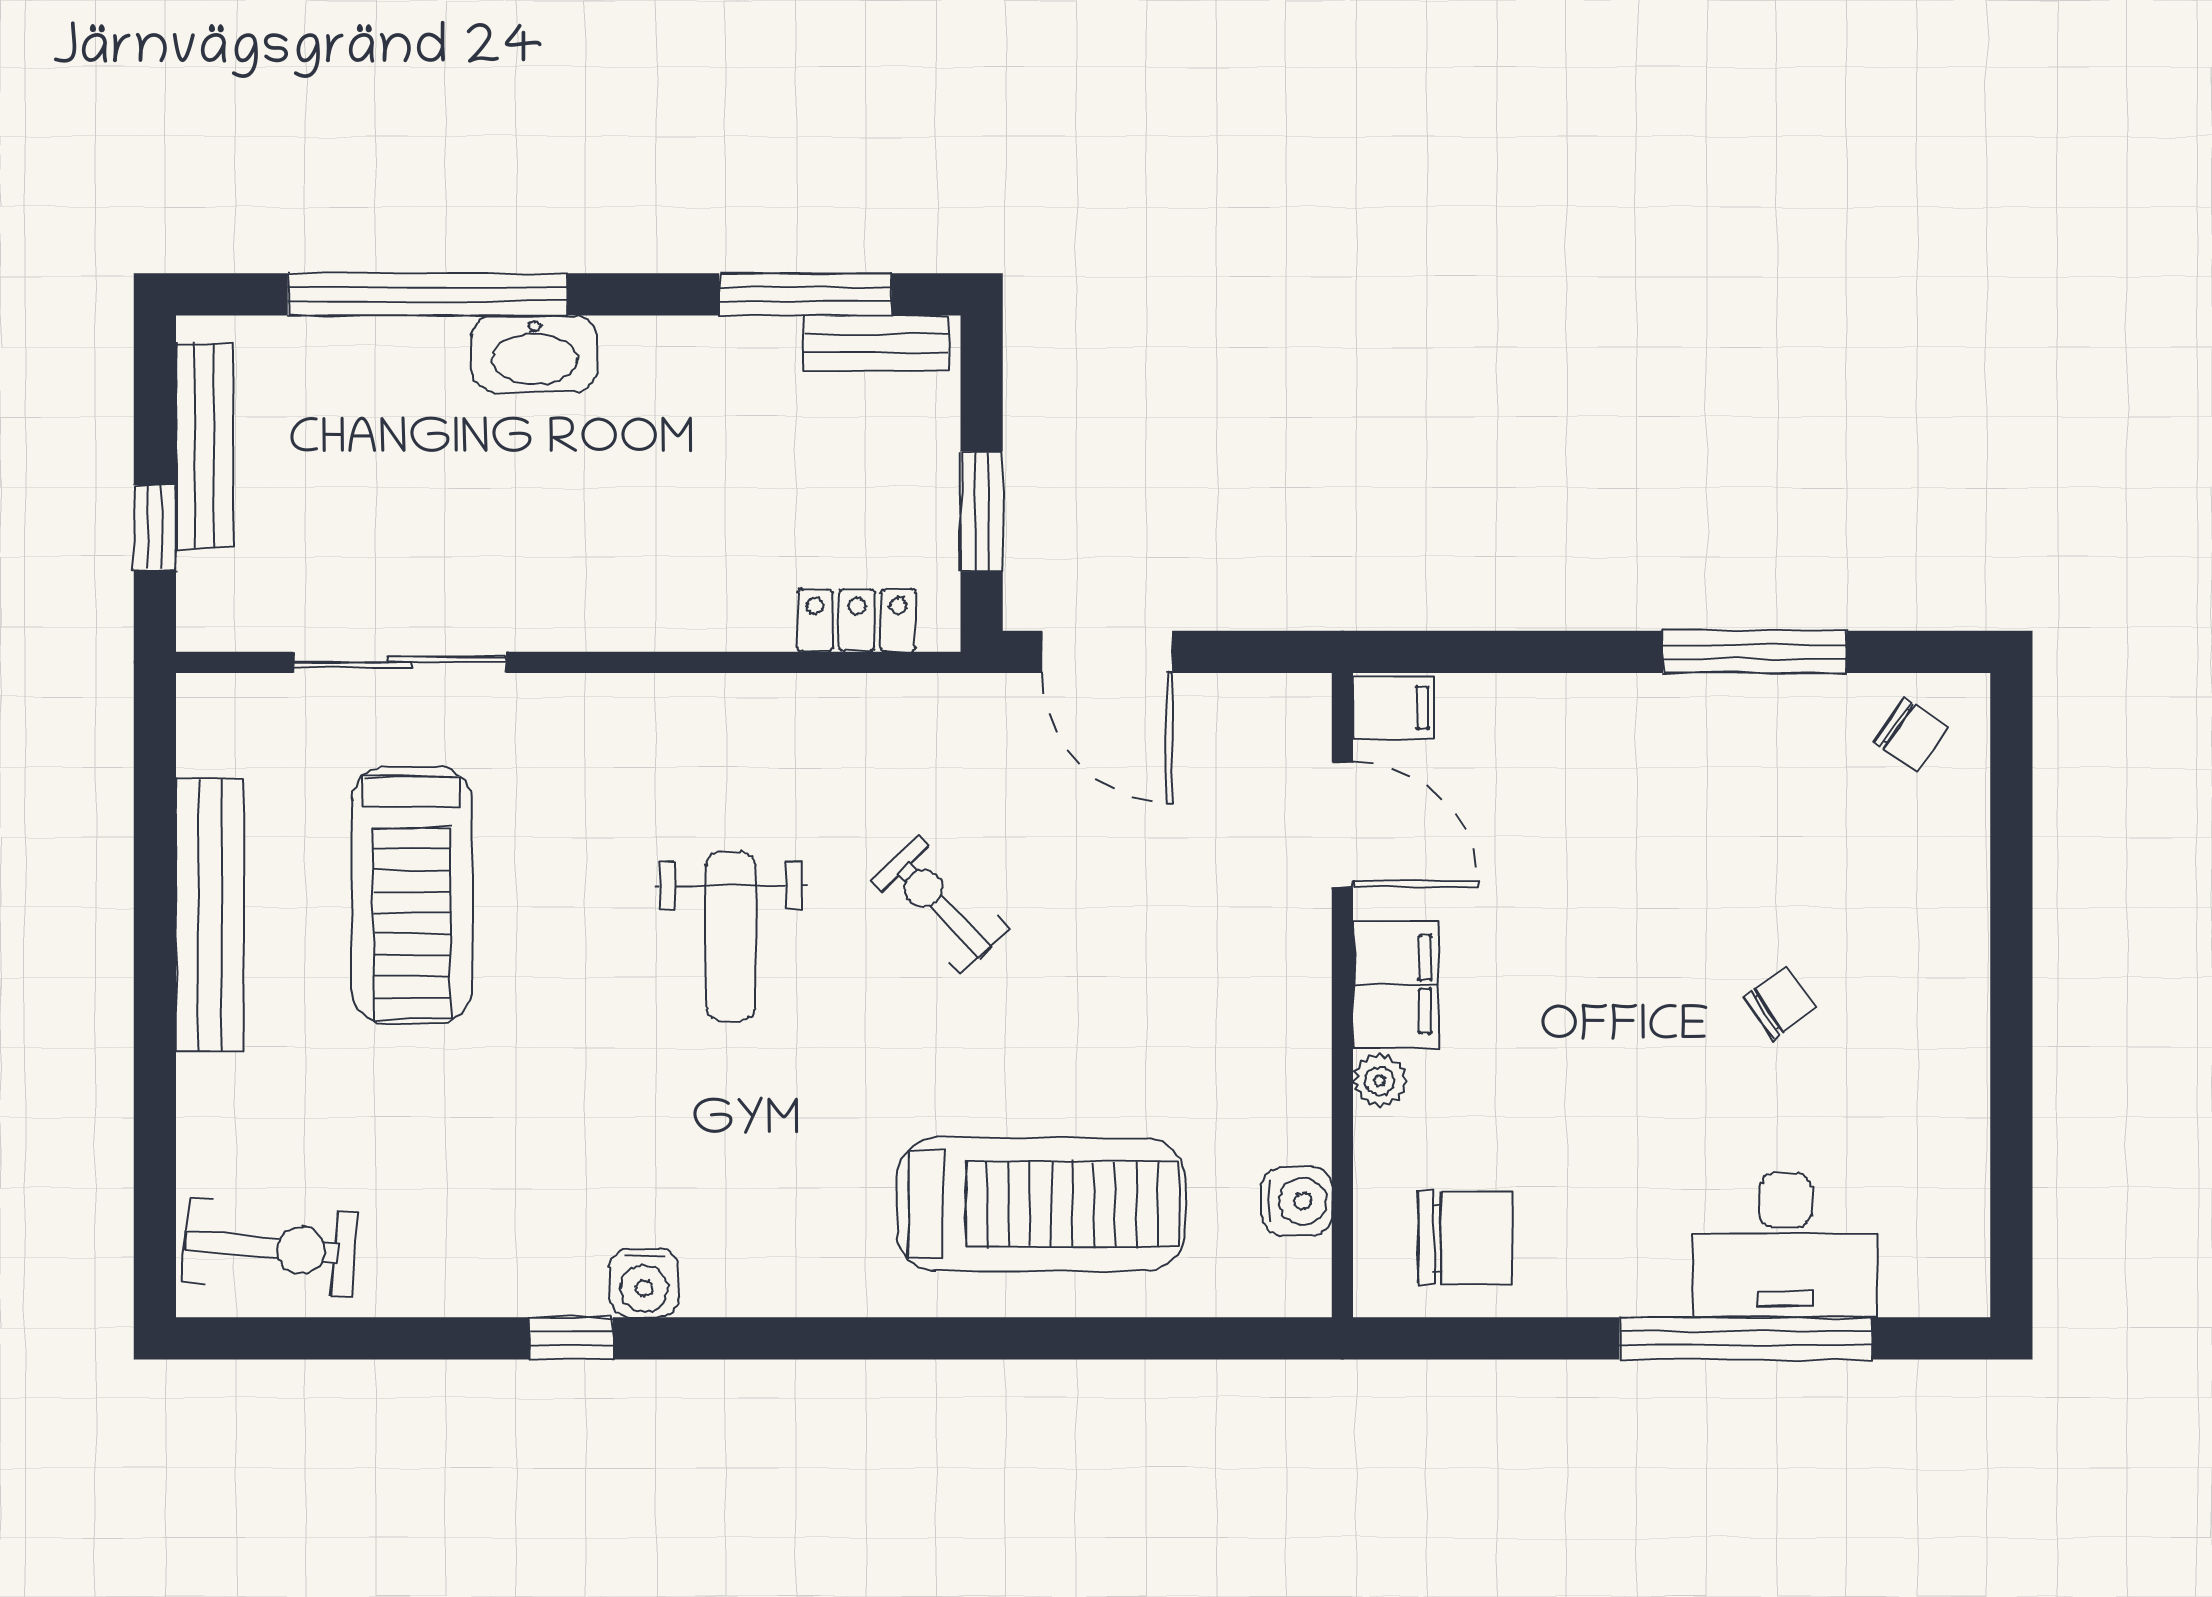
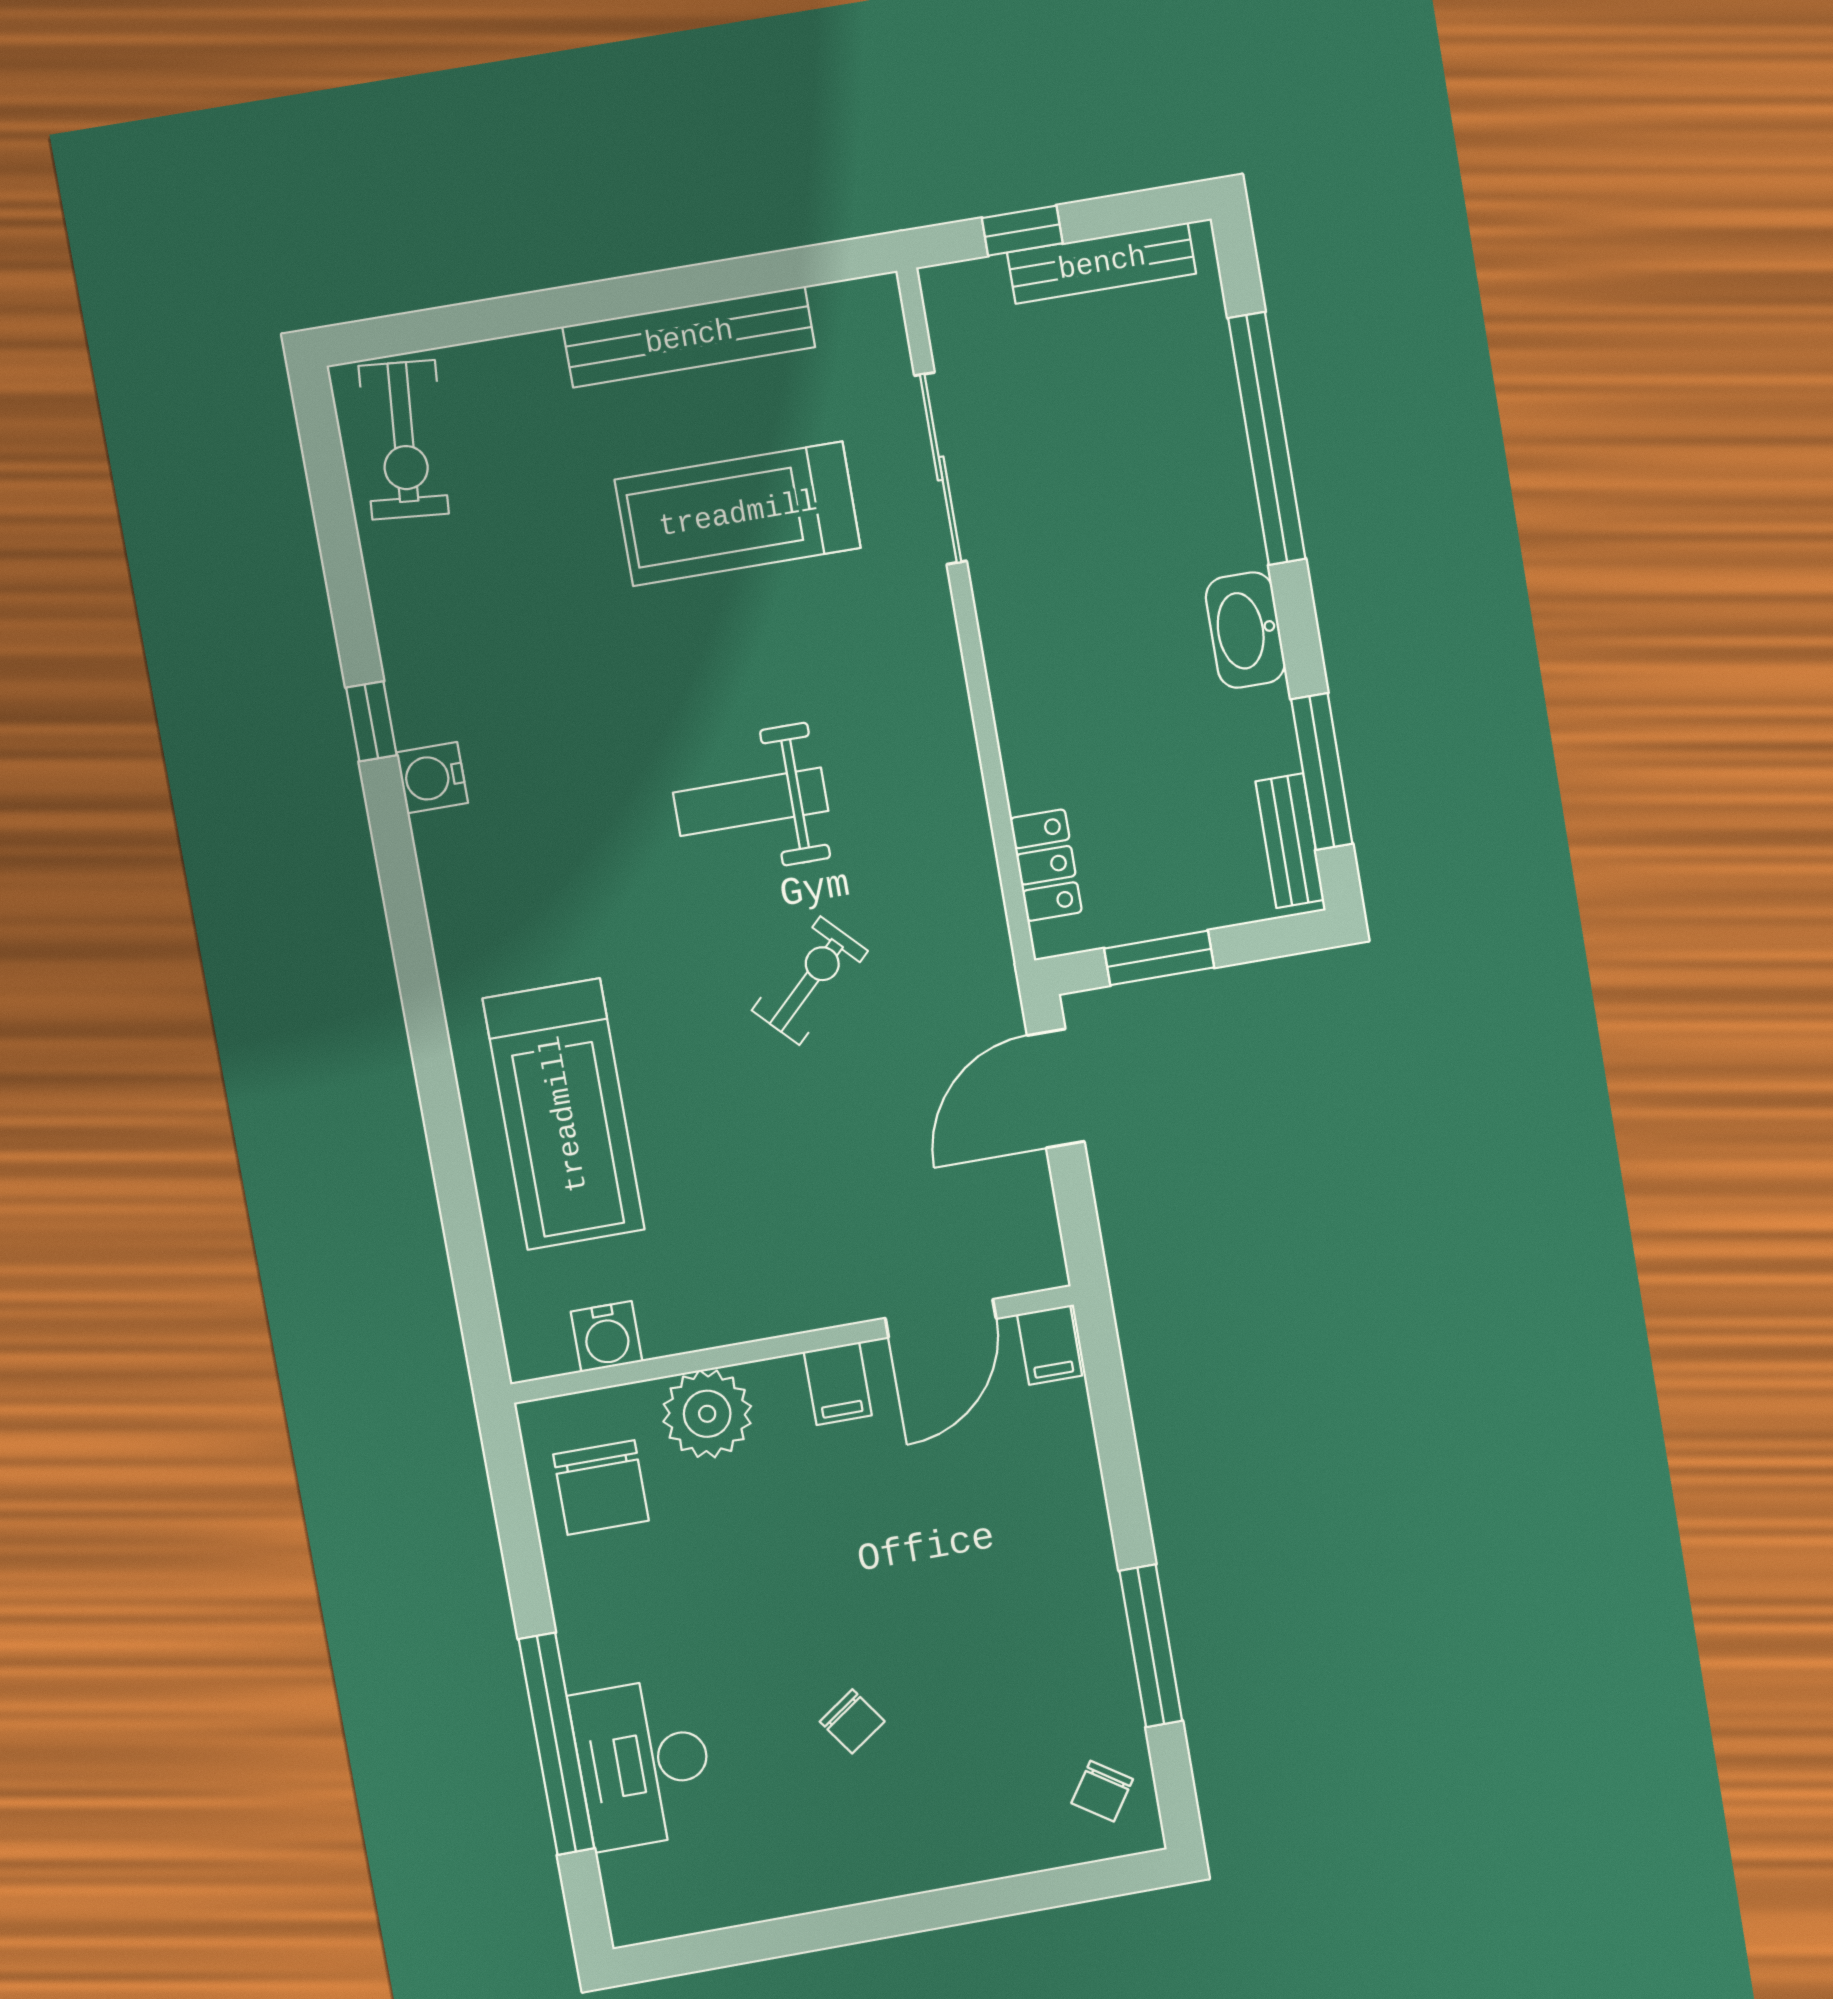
washbasin: (534, 354) -> (1245, 630), moved
filing cabinet: (1395, 984) -> (838, 1384), width x0.50
plant: (1380, 1081) -> (707, 1414), width x1.88, depth x1.88

